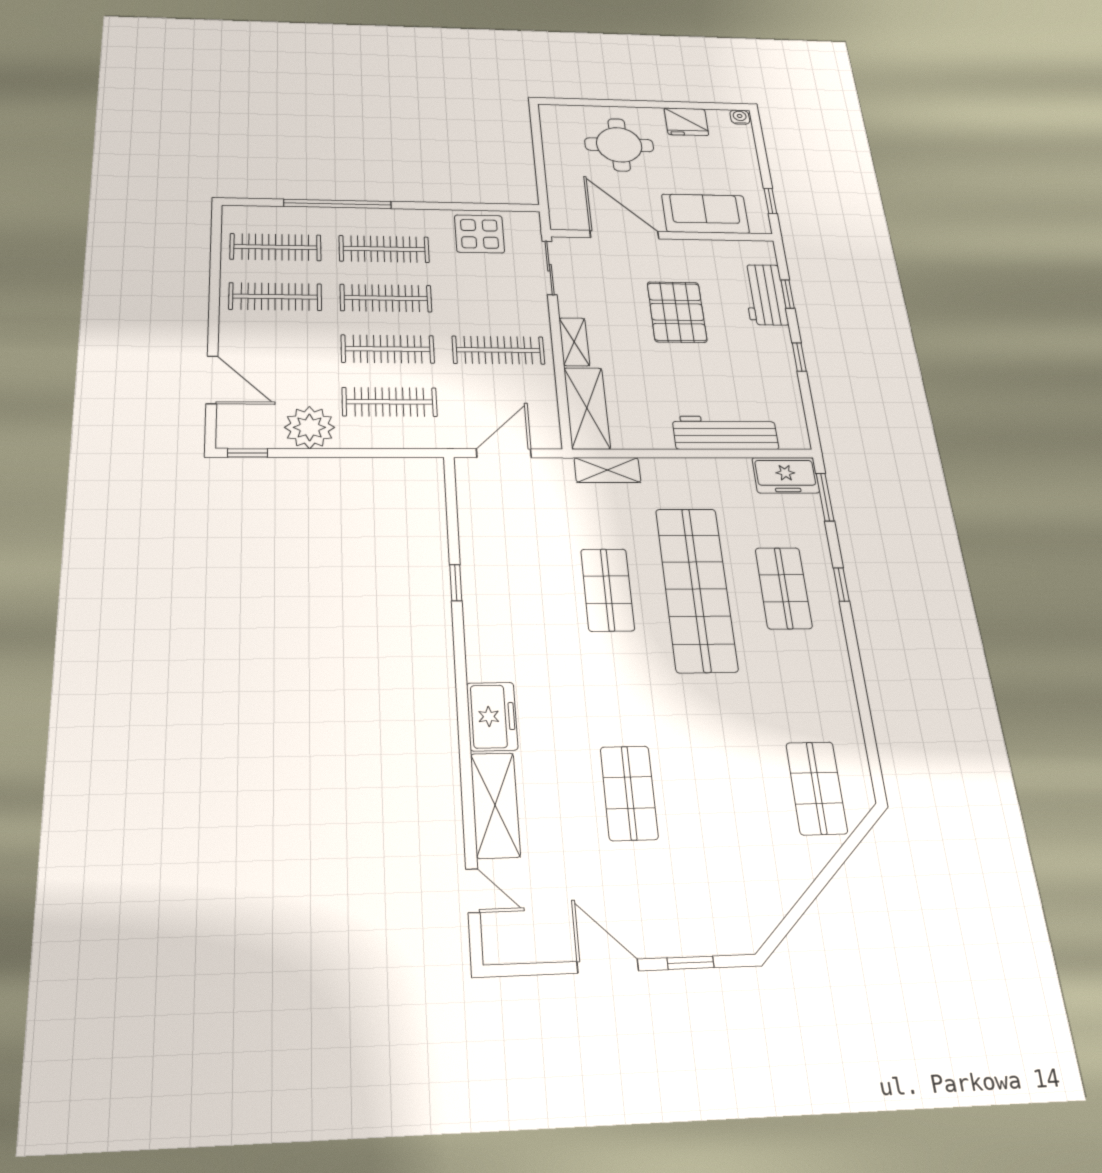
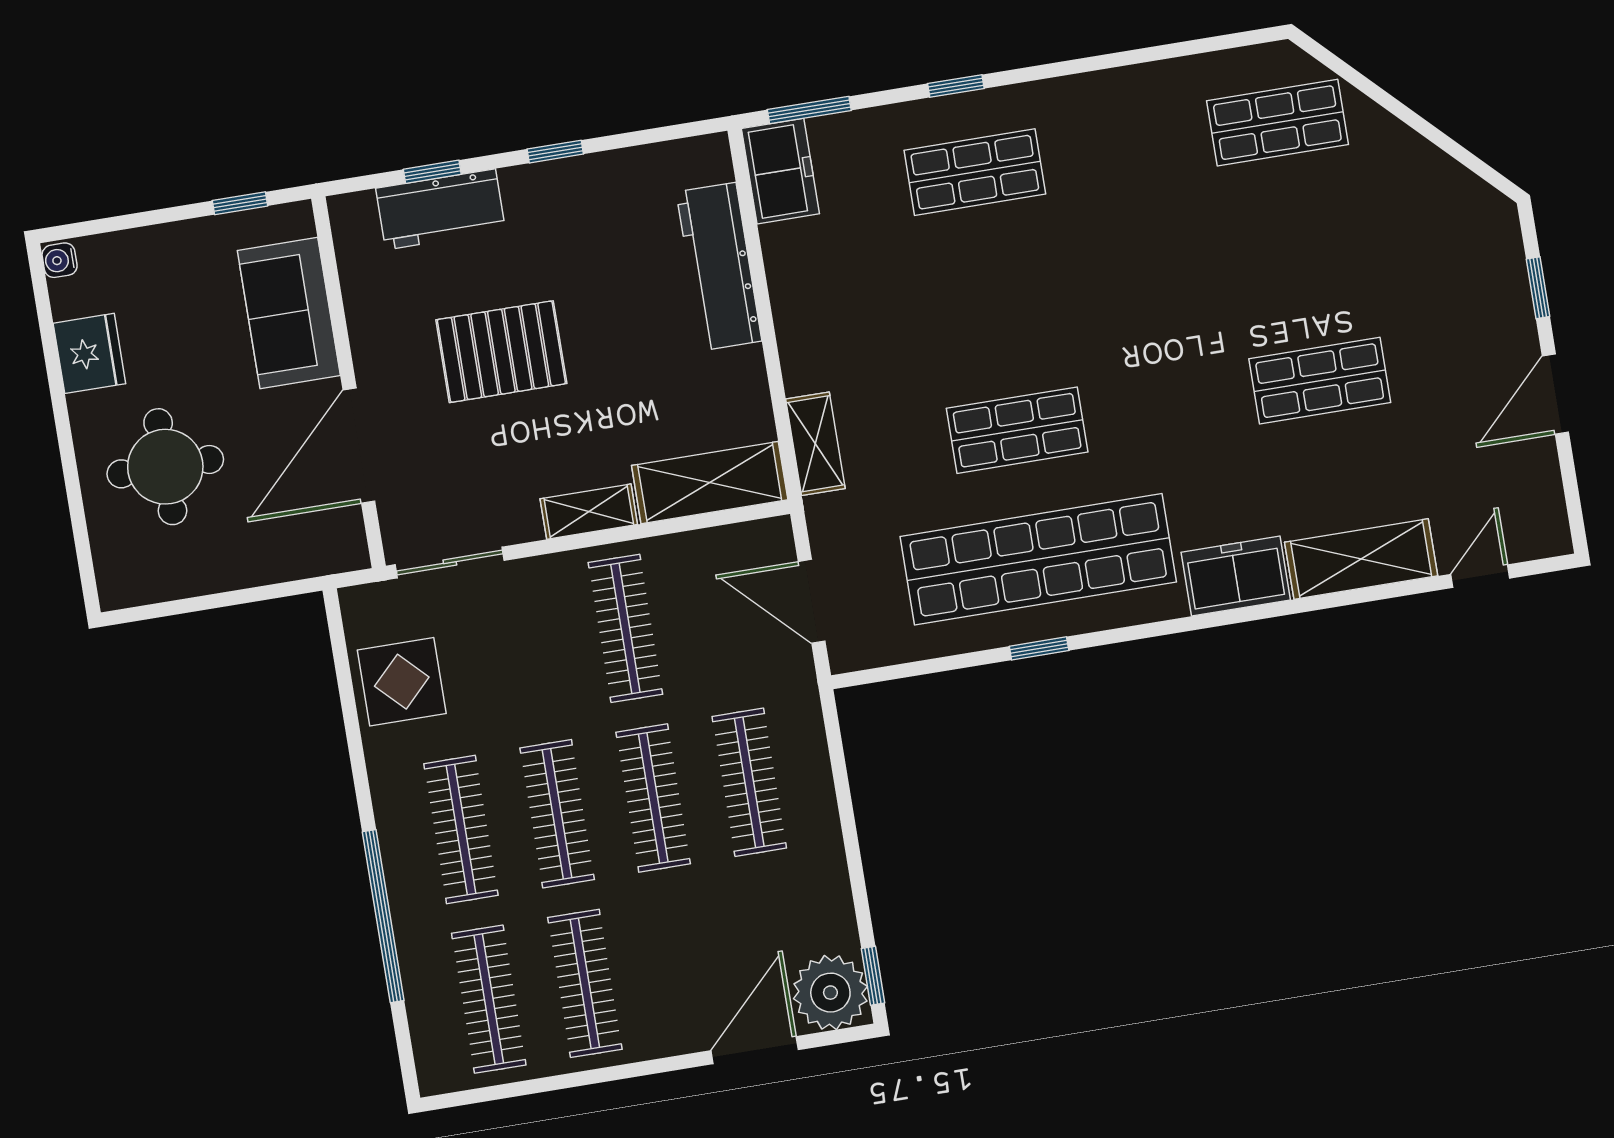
plant: (310, 427) -> (830, 993), moved
shop shelf: (696, 589) -> (1038, 559), moved

